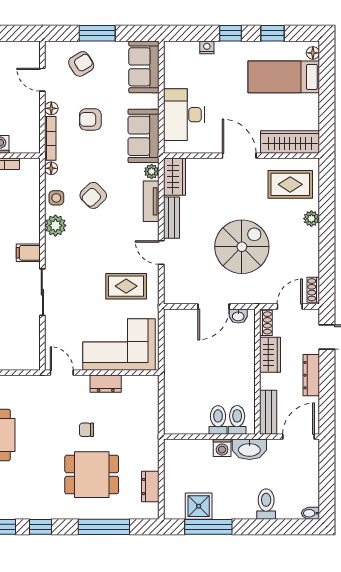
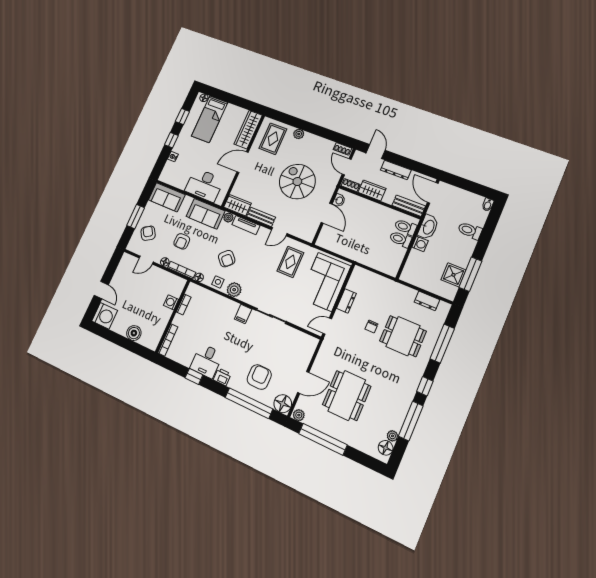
dining table: (92, 475) -> (403, 336), turned 90

